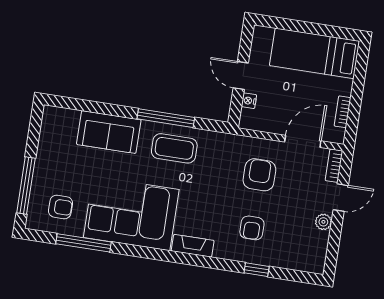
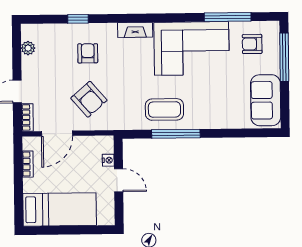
sofa: (109, 132) -> (266, 100), moved, turned -90
armchair: (259, 175) -> (89, 99), turned -41
plant: (323, 222) -> (28, 48), moved

